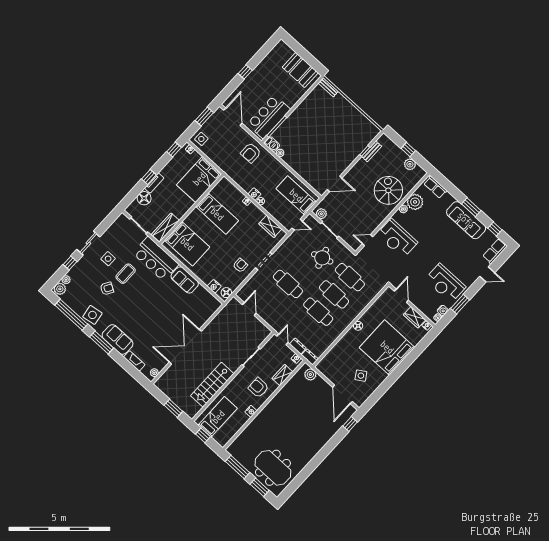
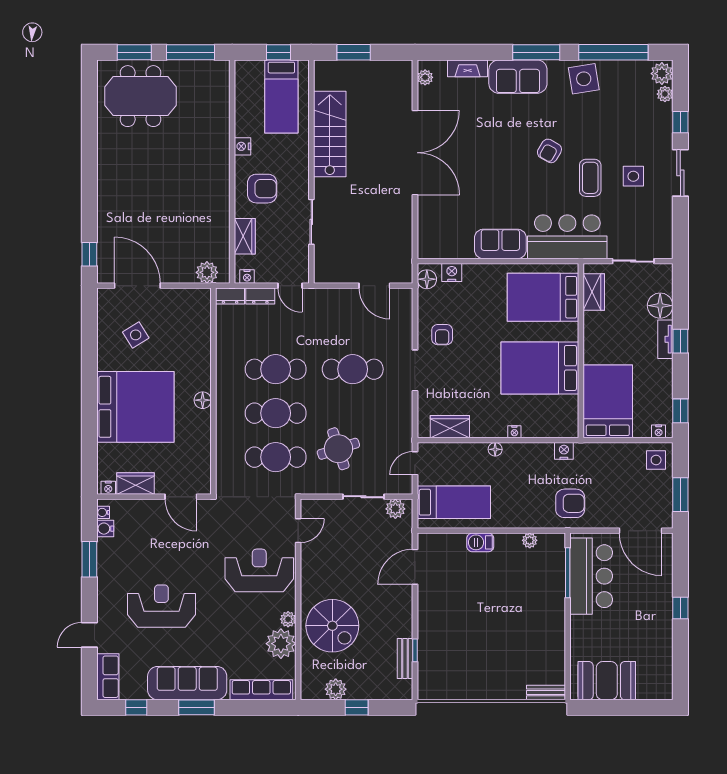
barbecue: (272, 144) -> (480, 542), moved
armchair: (251, 153) -> (570, 503), turned 90
row of seats: (435, 187) -> (261, 690), width x1.48
nightstand: (254, 194) -> (564, 451), moved
bed: (217, 214) -> (540, 368), width x1.50
wardrobe: (165, 227) -> (594, 292), width x0.67
reception desk: (445, 283) -> (161, 606), moved
armchair: (107, 289) -> (549, 151), moved

